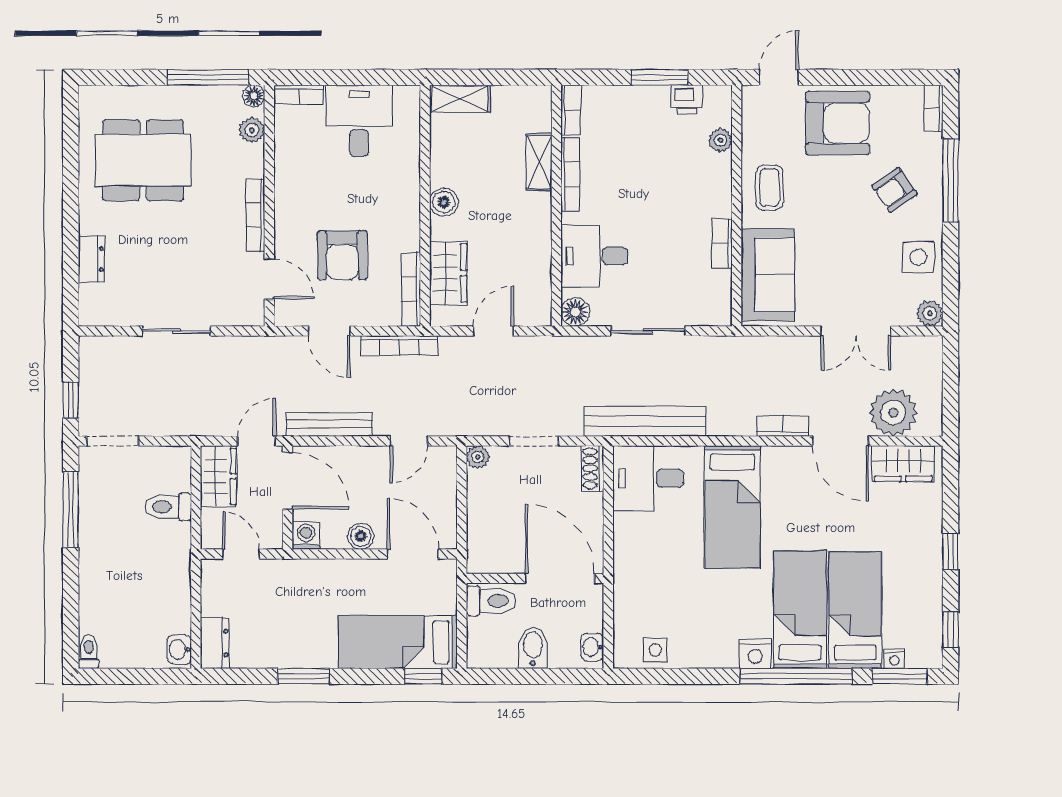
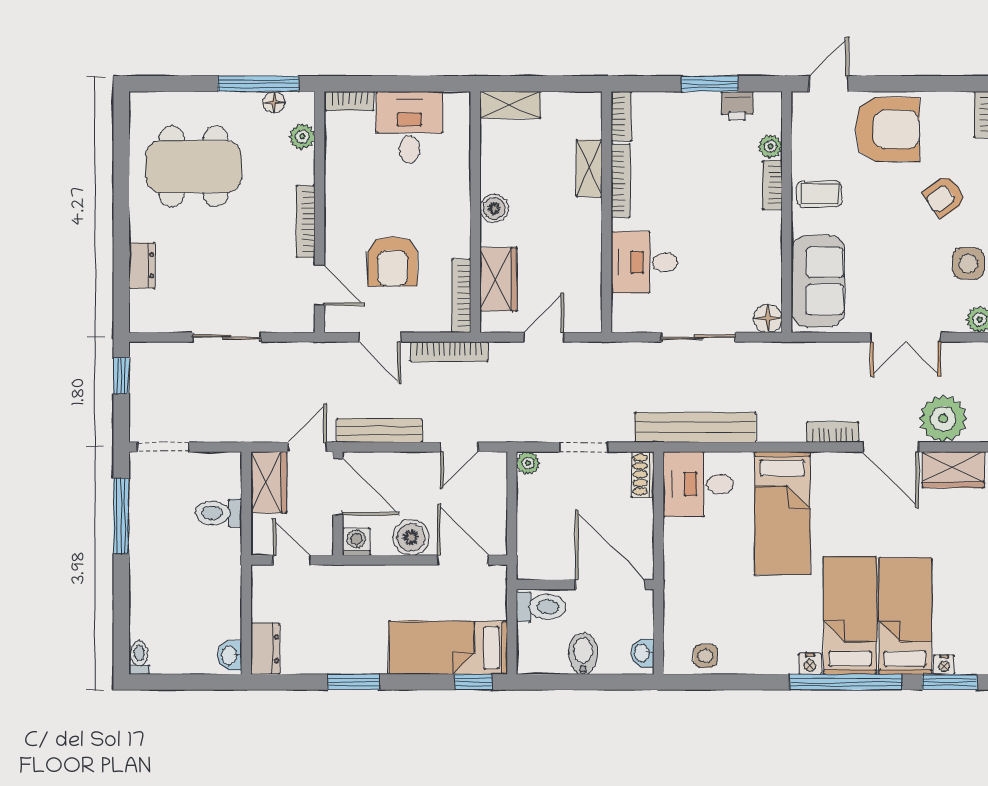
floor lamp: (254, 96) -> (274, 102), moved
coffee table: (769, 188) -> (819, 194), turned 90
bookcase: (722, 243) -> (772, 185), moved
floor lamp: (575, 312) -> (768, 318), moved
window: (71, 400) -> (121, 376), moved
boiler: (361, 536) -> (411, 537), width x1.36, depth x1.36
nightstand: (755, 654) -> (810, 664), width x0.72, depth x0.74

